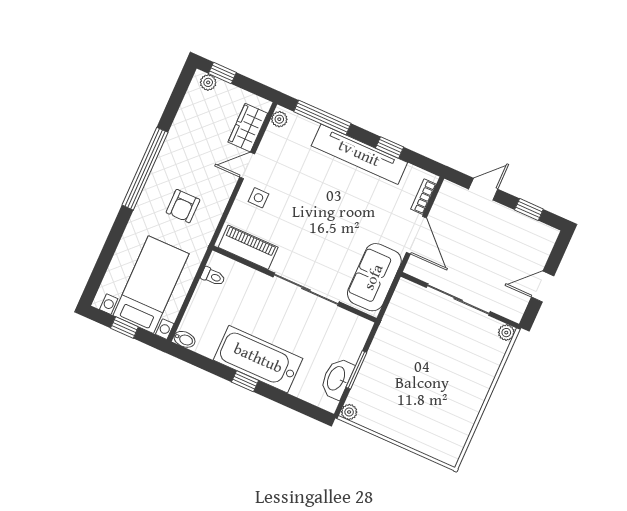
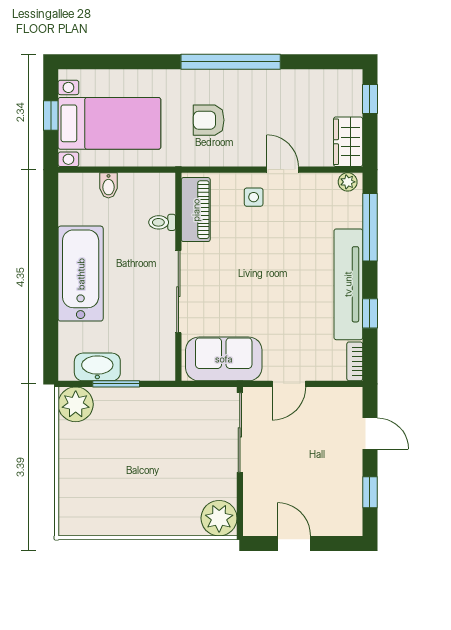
plant: (208, 82) -> (353, 88), removed
wardrobe: (248, 128) -> (348, 142), moved, turned -90
bookcase: (423, 197) -> (355, 361), moved, turned -90
door: (416, 235) -> (289, 384), width x0.73
toilet: (213, 276) -> (162, 222), moved, turned 90
sliding door: (458, 299) -> (240, 432), moved
plant: (506, 333) -> (219, 518), width x1.87, depth x1.87
bidet: (184, 339) -> (108, 185), moved
window: (245, 381) -> (51, 270), removed
plant: (349, 412) -> (76, 404), width x1.87, depth x1.87

